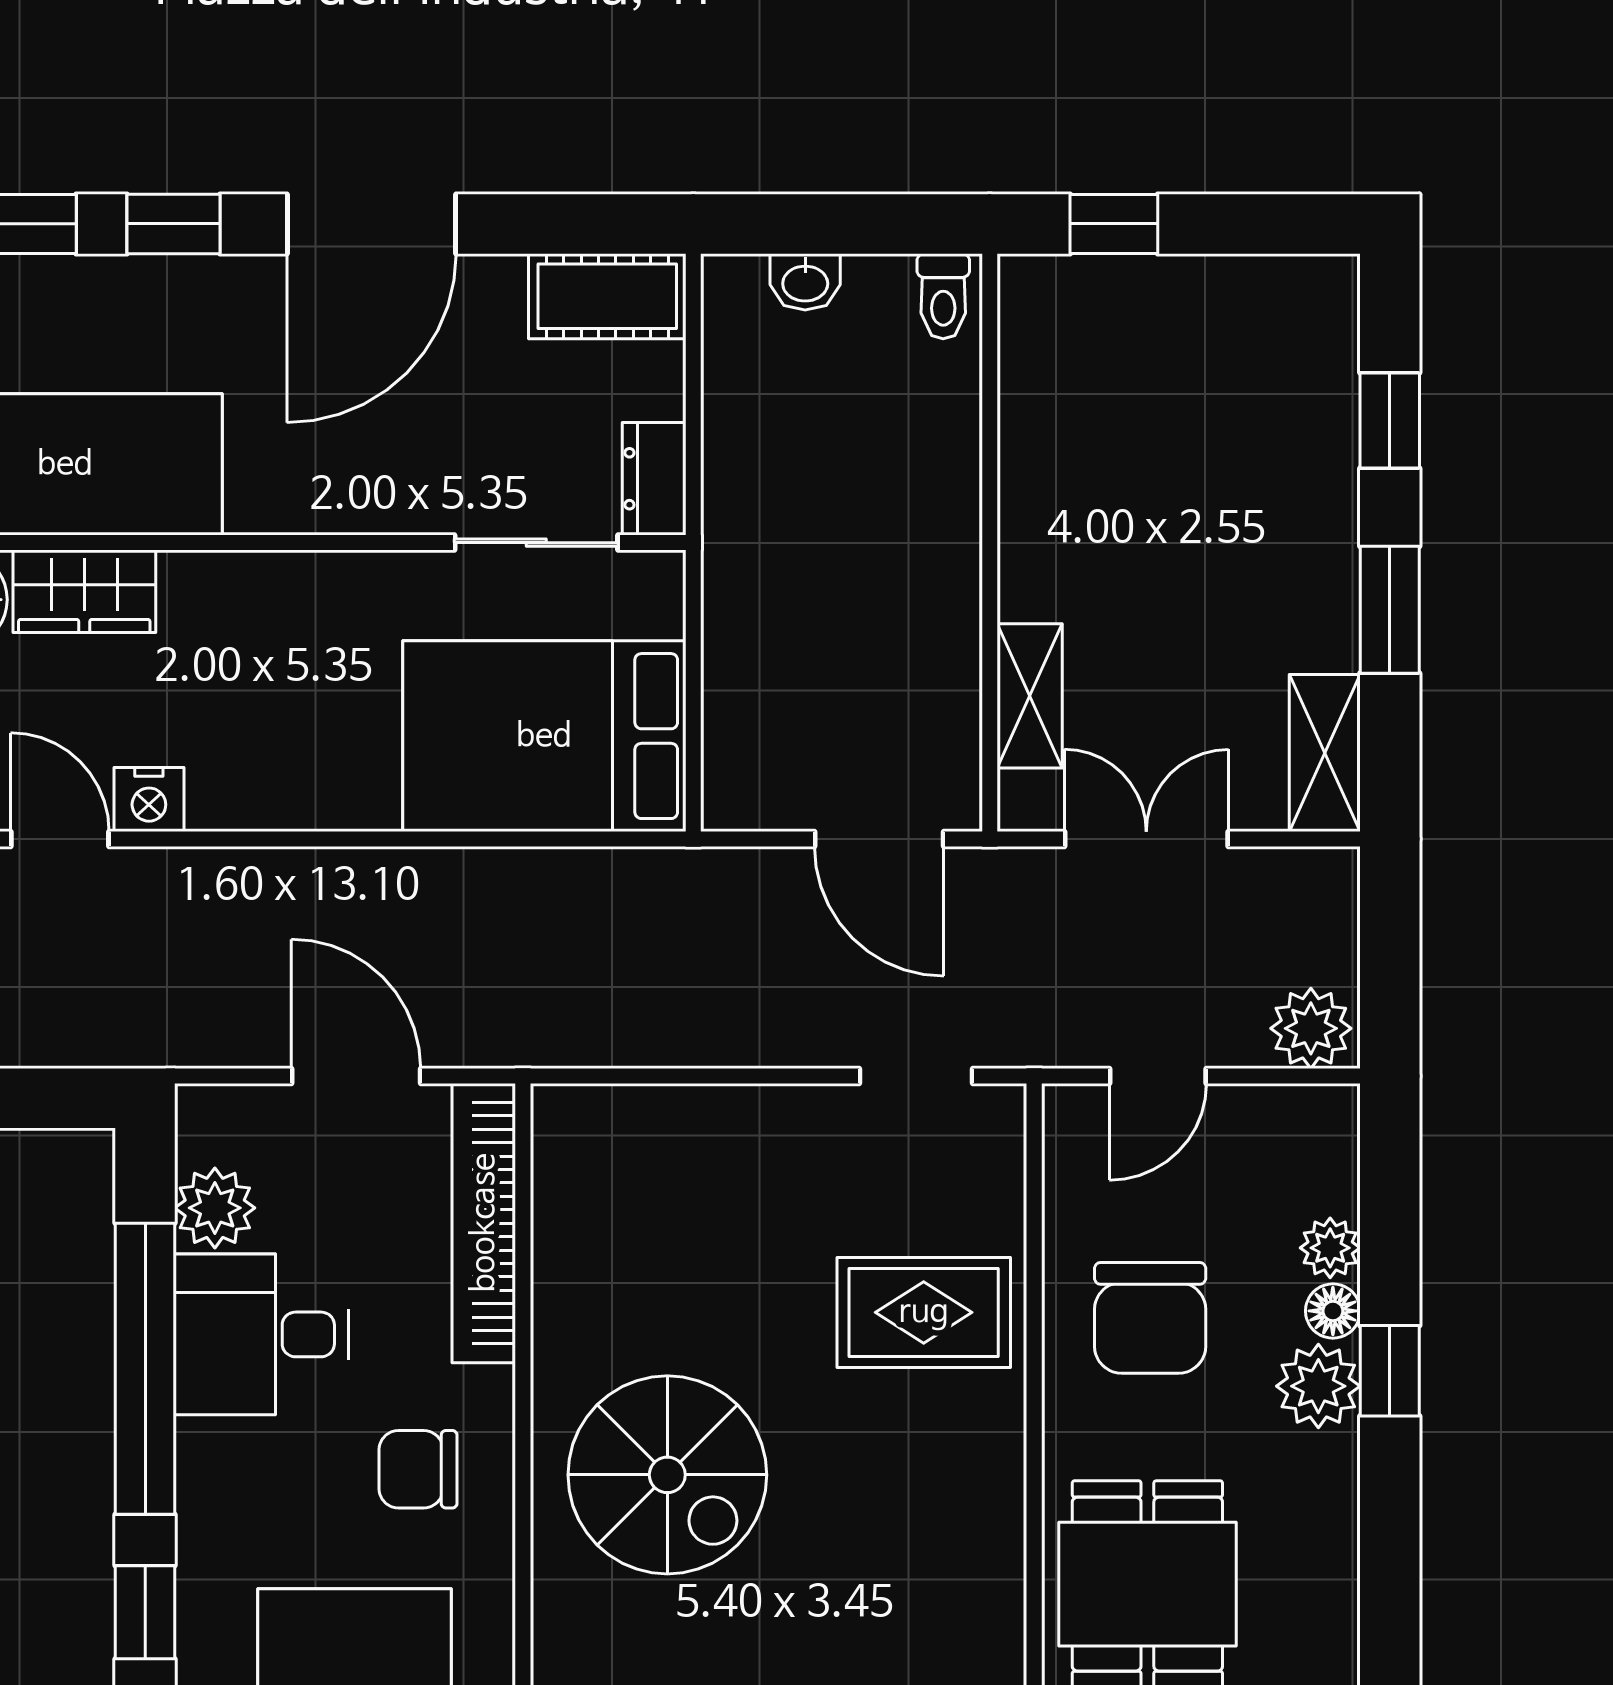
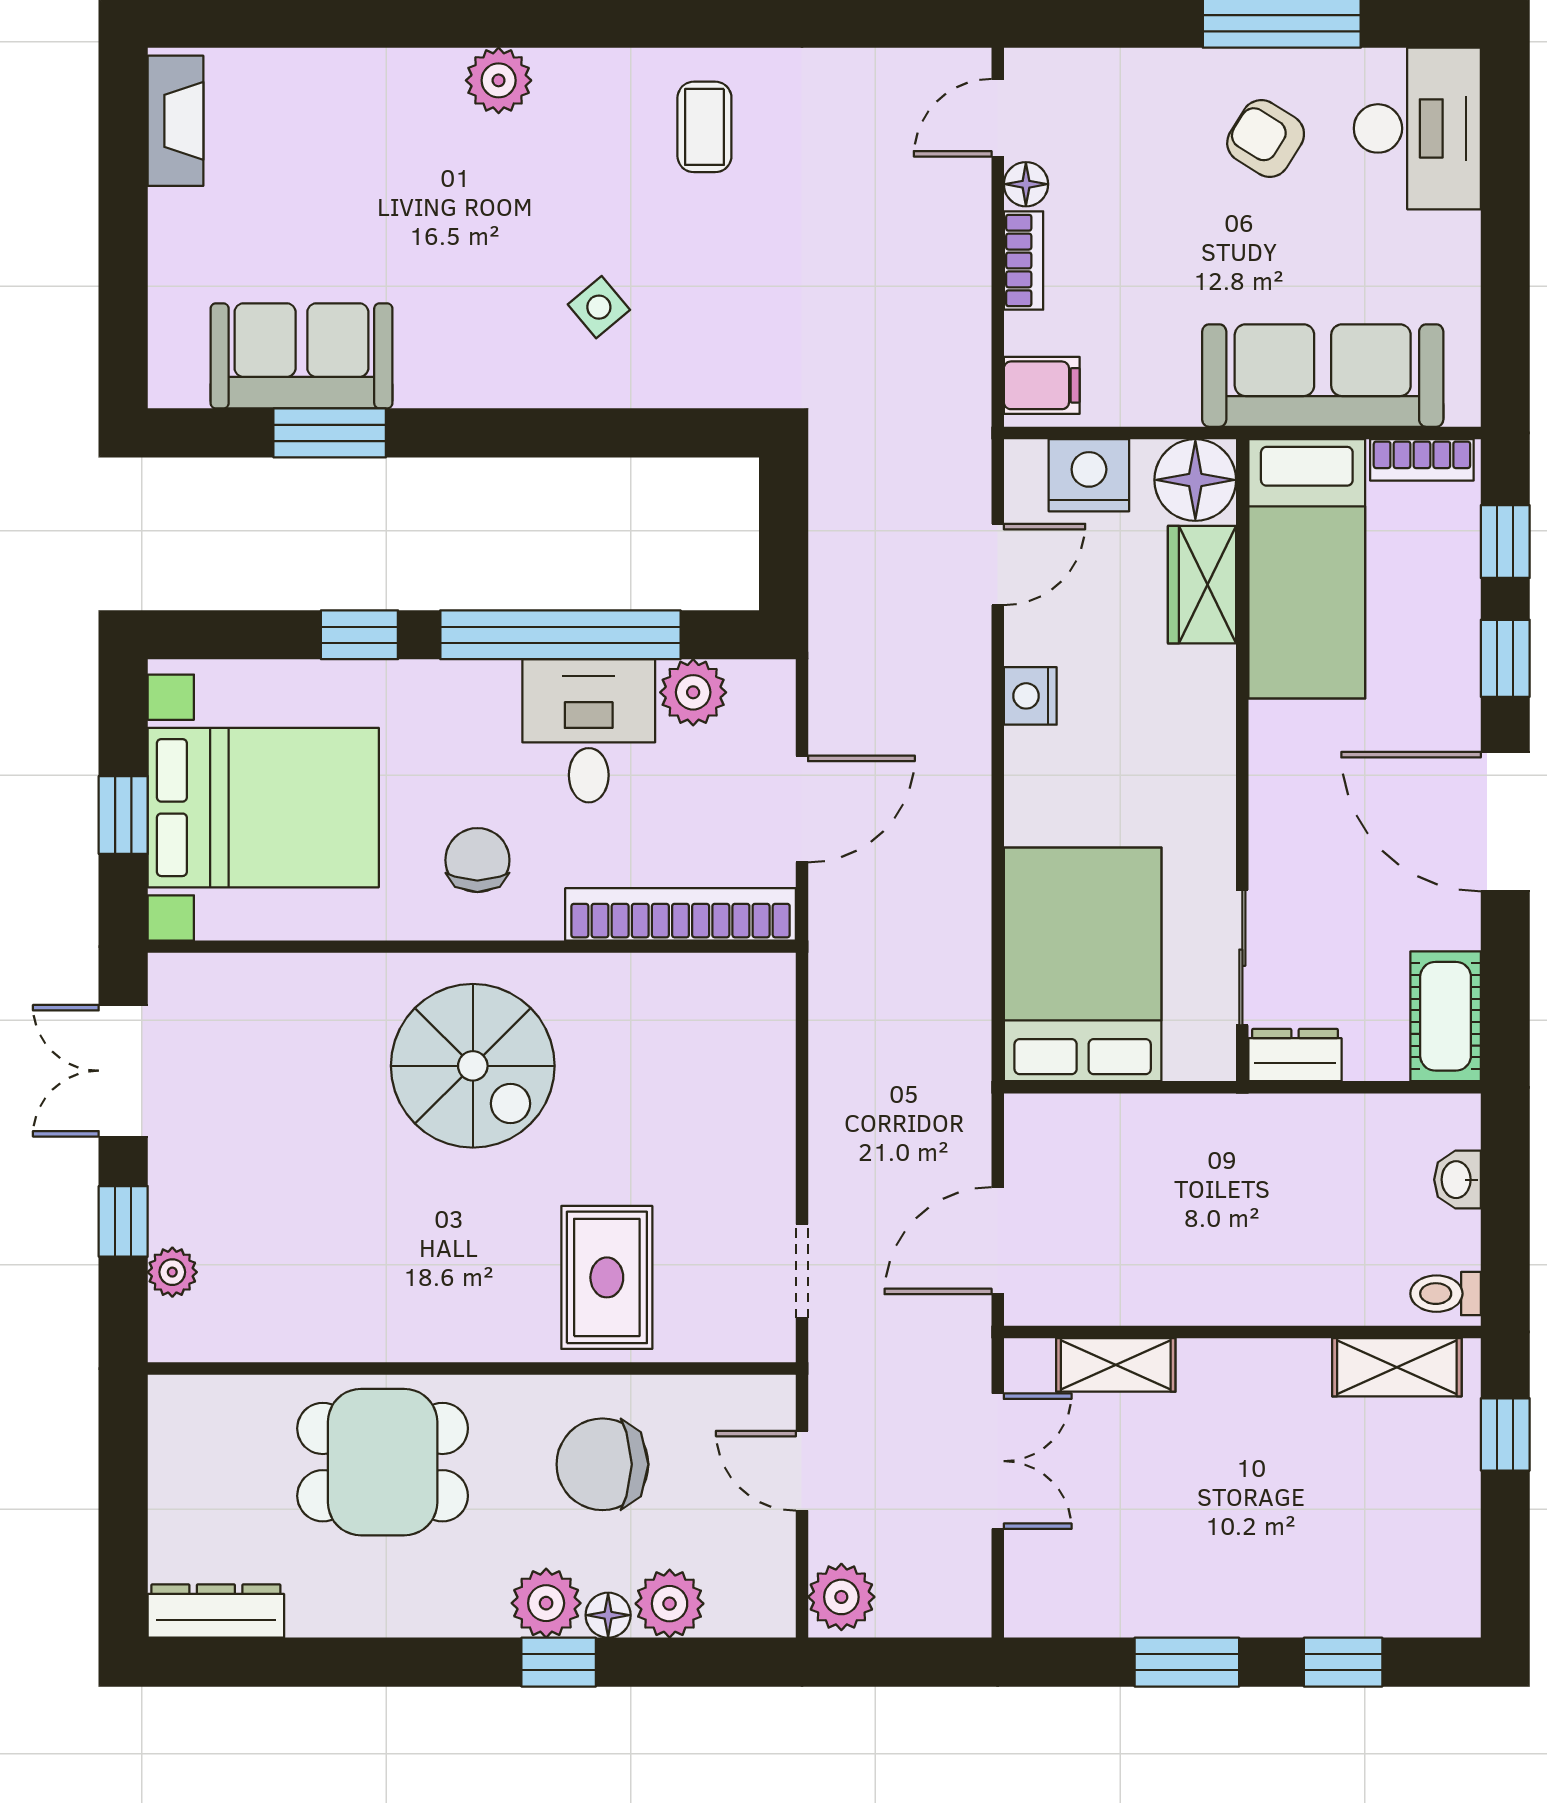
shelving: (1325, 753) -> (1397, 1367), moved
nightstand: (149, 799) -> (1030, 696), moved
plant: (1330, 1248) -> (670, 1604), width x1.38, depth x1.38
spiral stairs: (667, 1475) -> (473, 1066), turned -90

